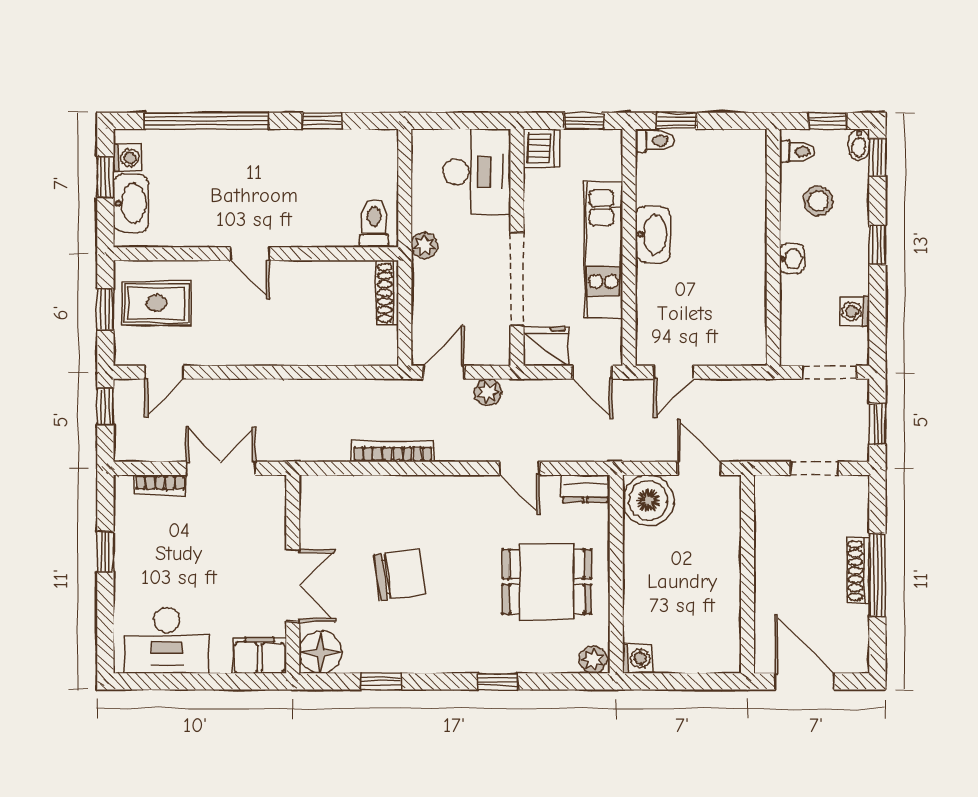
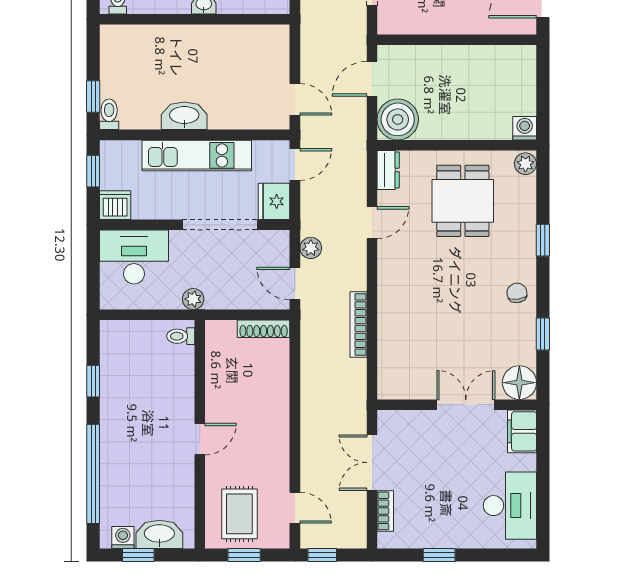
toilet: (374, 223) -> (181, 336), width x0.73, depth x0.72
shoe rack: (387, 293) -> (264, 329), moved
chair: (400, 575) -> (517, 293), moved, width x0.54, depth x0.54

